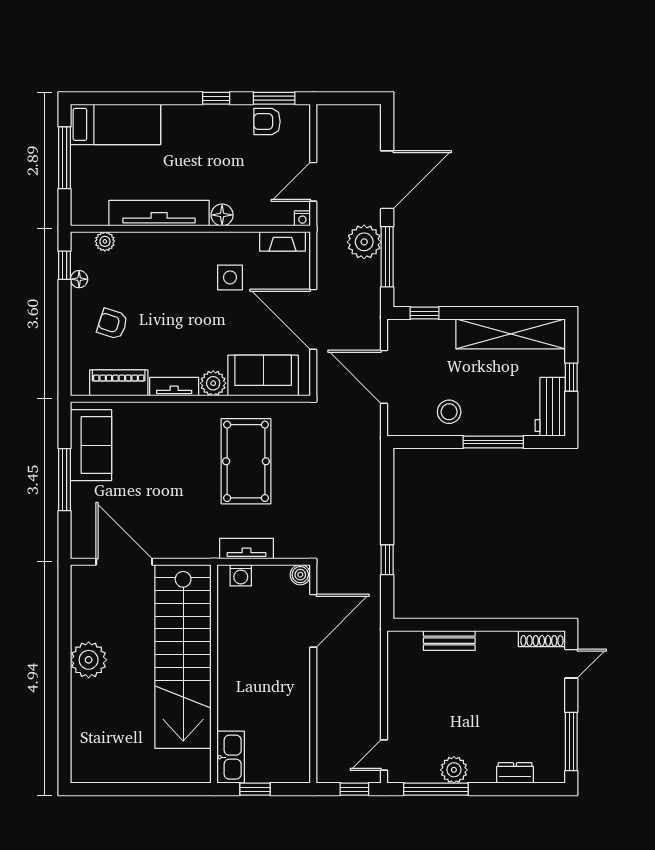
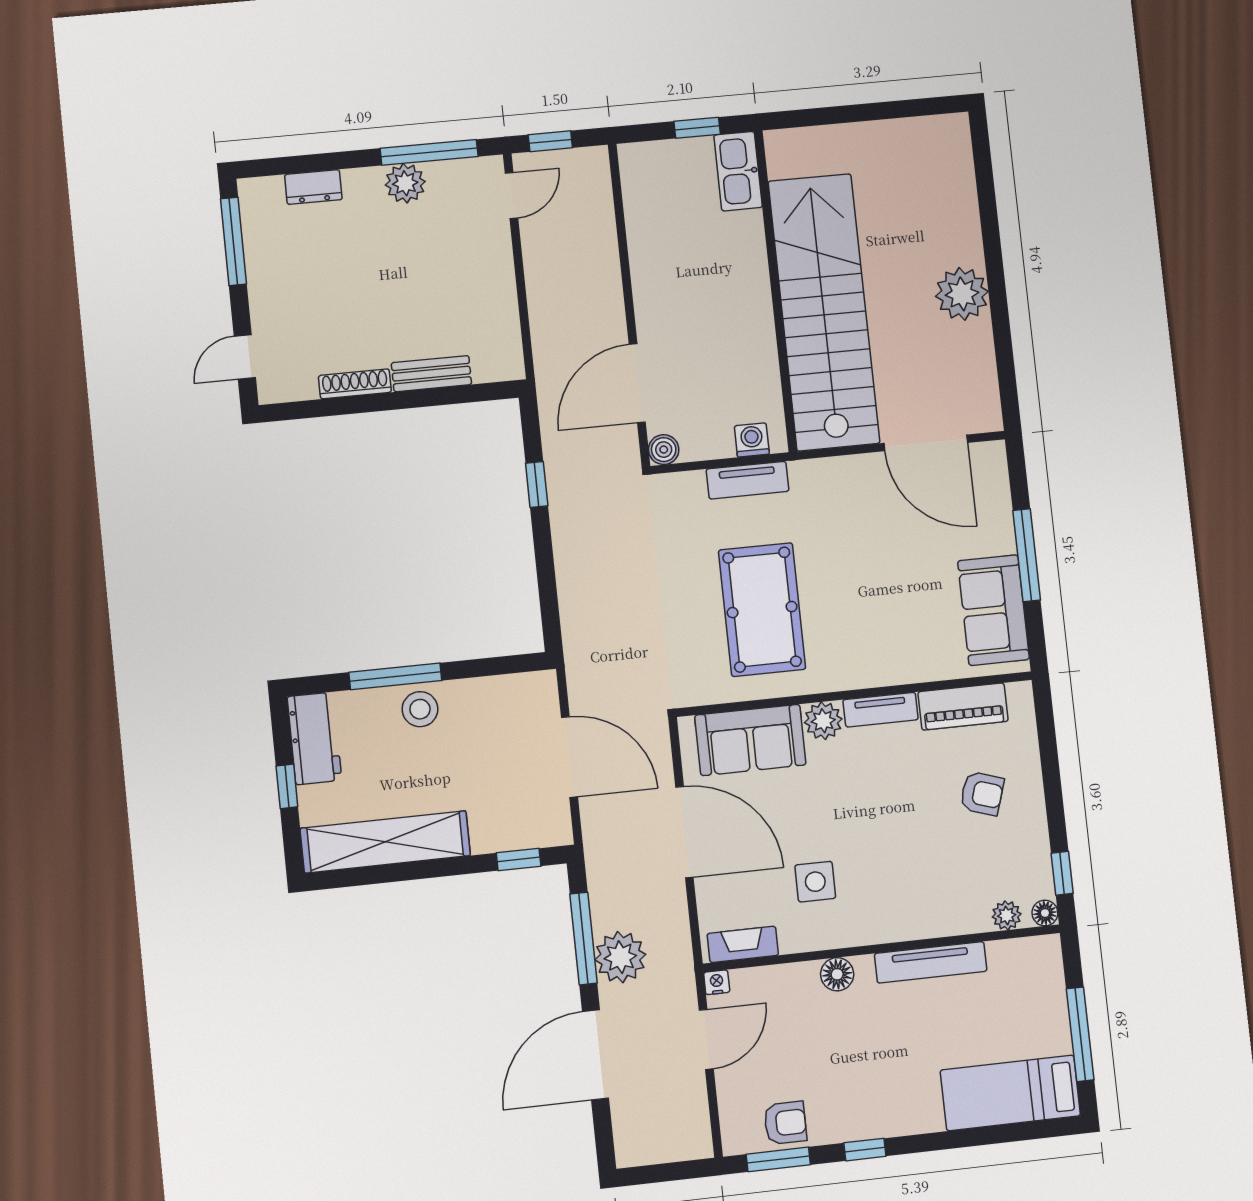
tv unit: (159, 213) -> (931, 962), width x0.73, depth x0.78
floor lamp: (79, 279) -> (1045, 913), moved
stool: (449, 412) -> (420, 709), moved
shoe rack: (542, 639) -> (355, 384), moved

